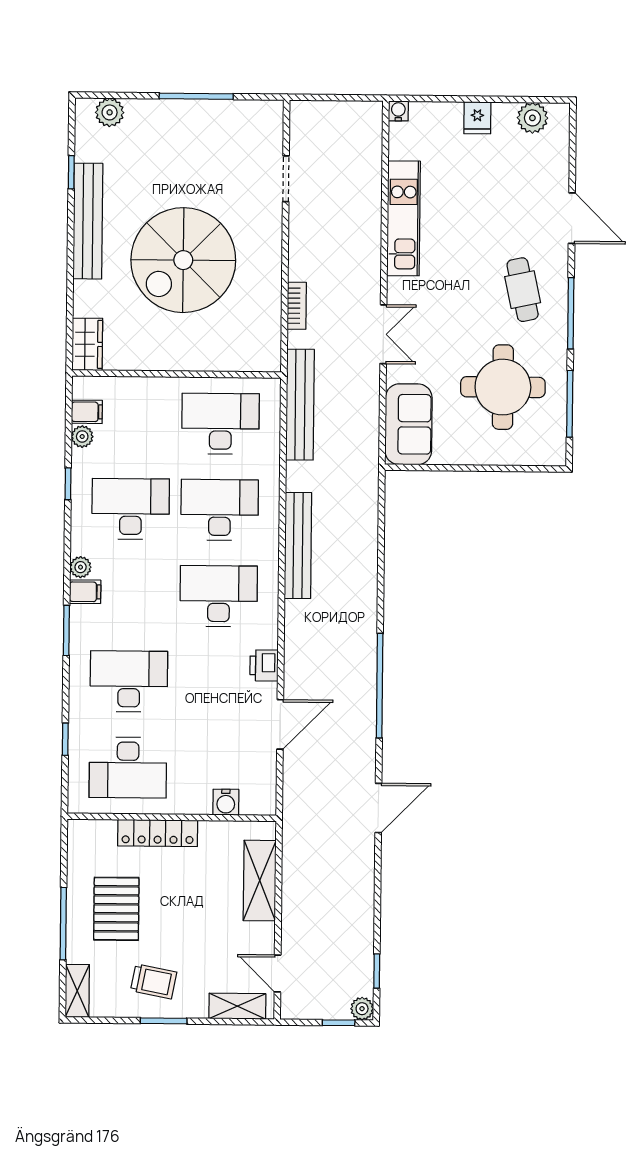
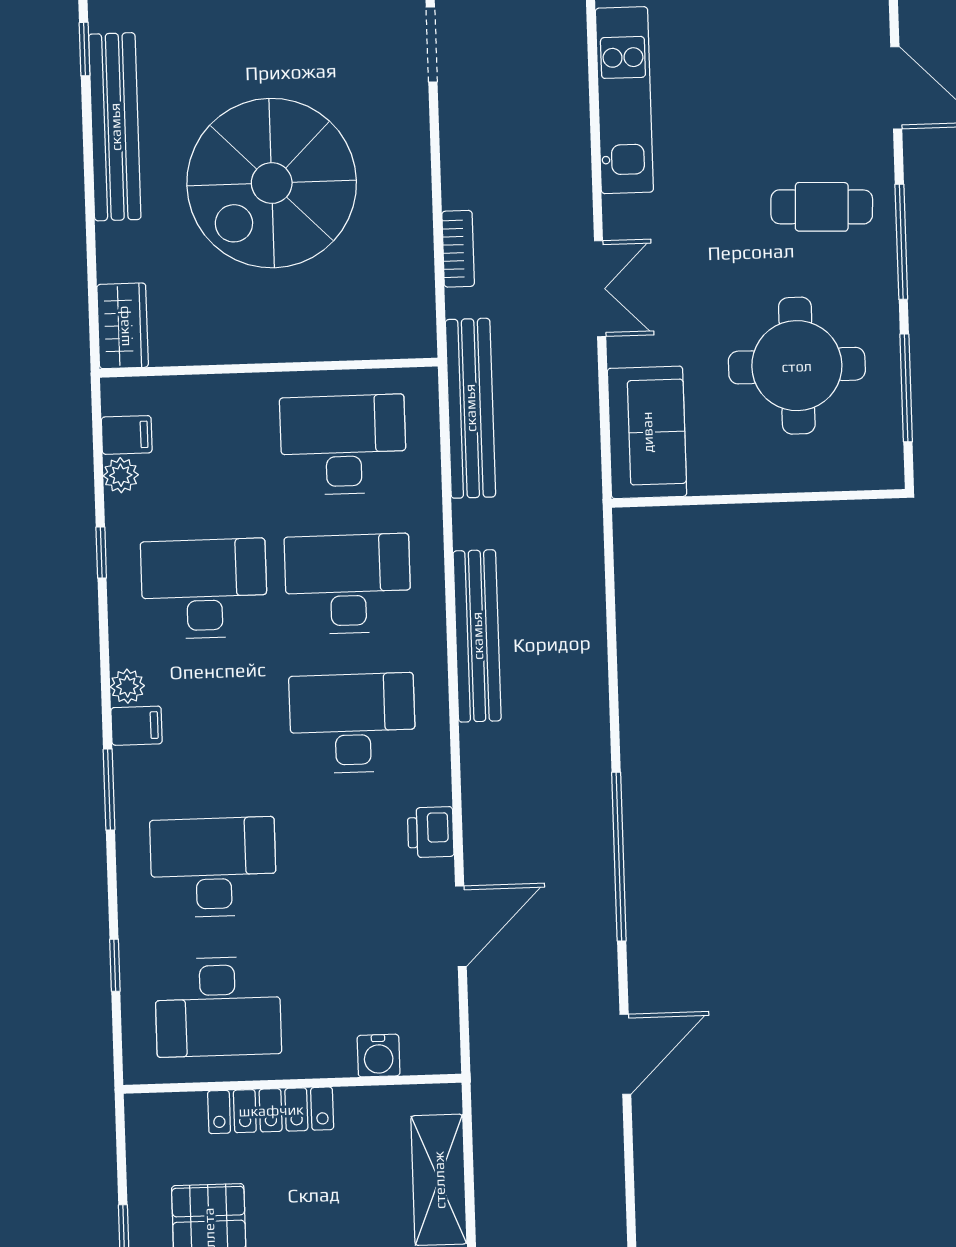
cafe table: (523, 290) -> (822, 207), turned -76

